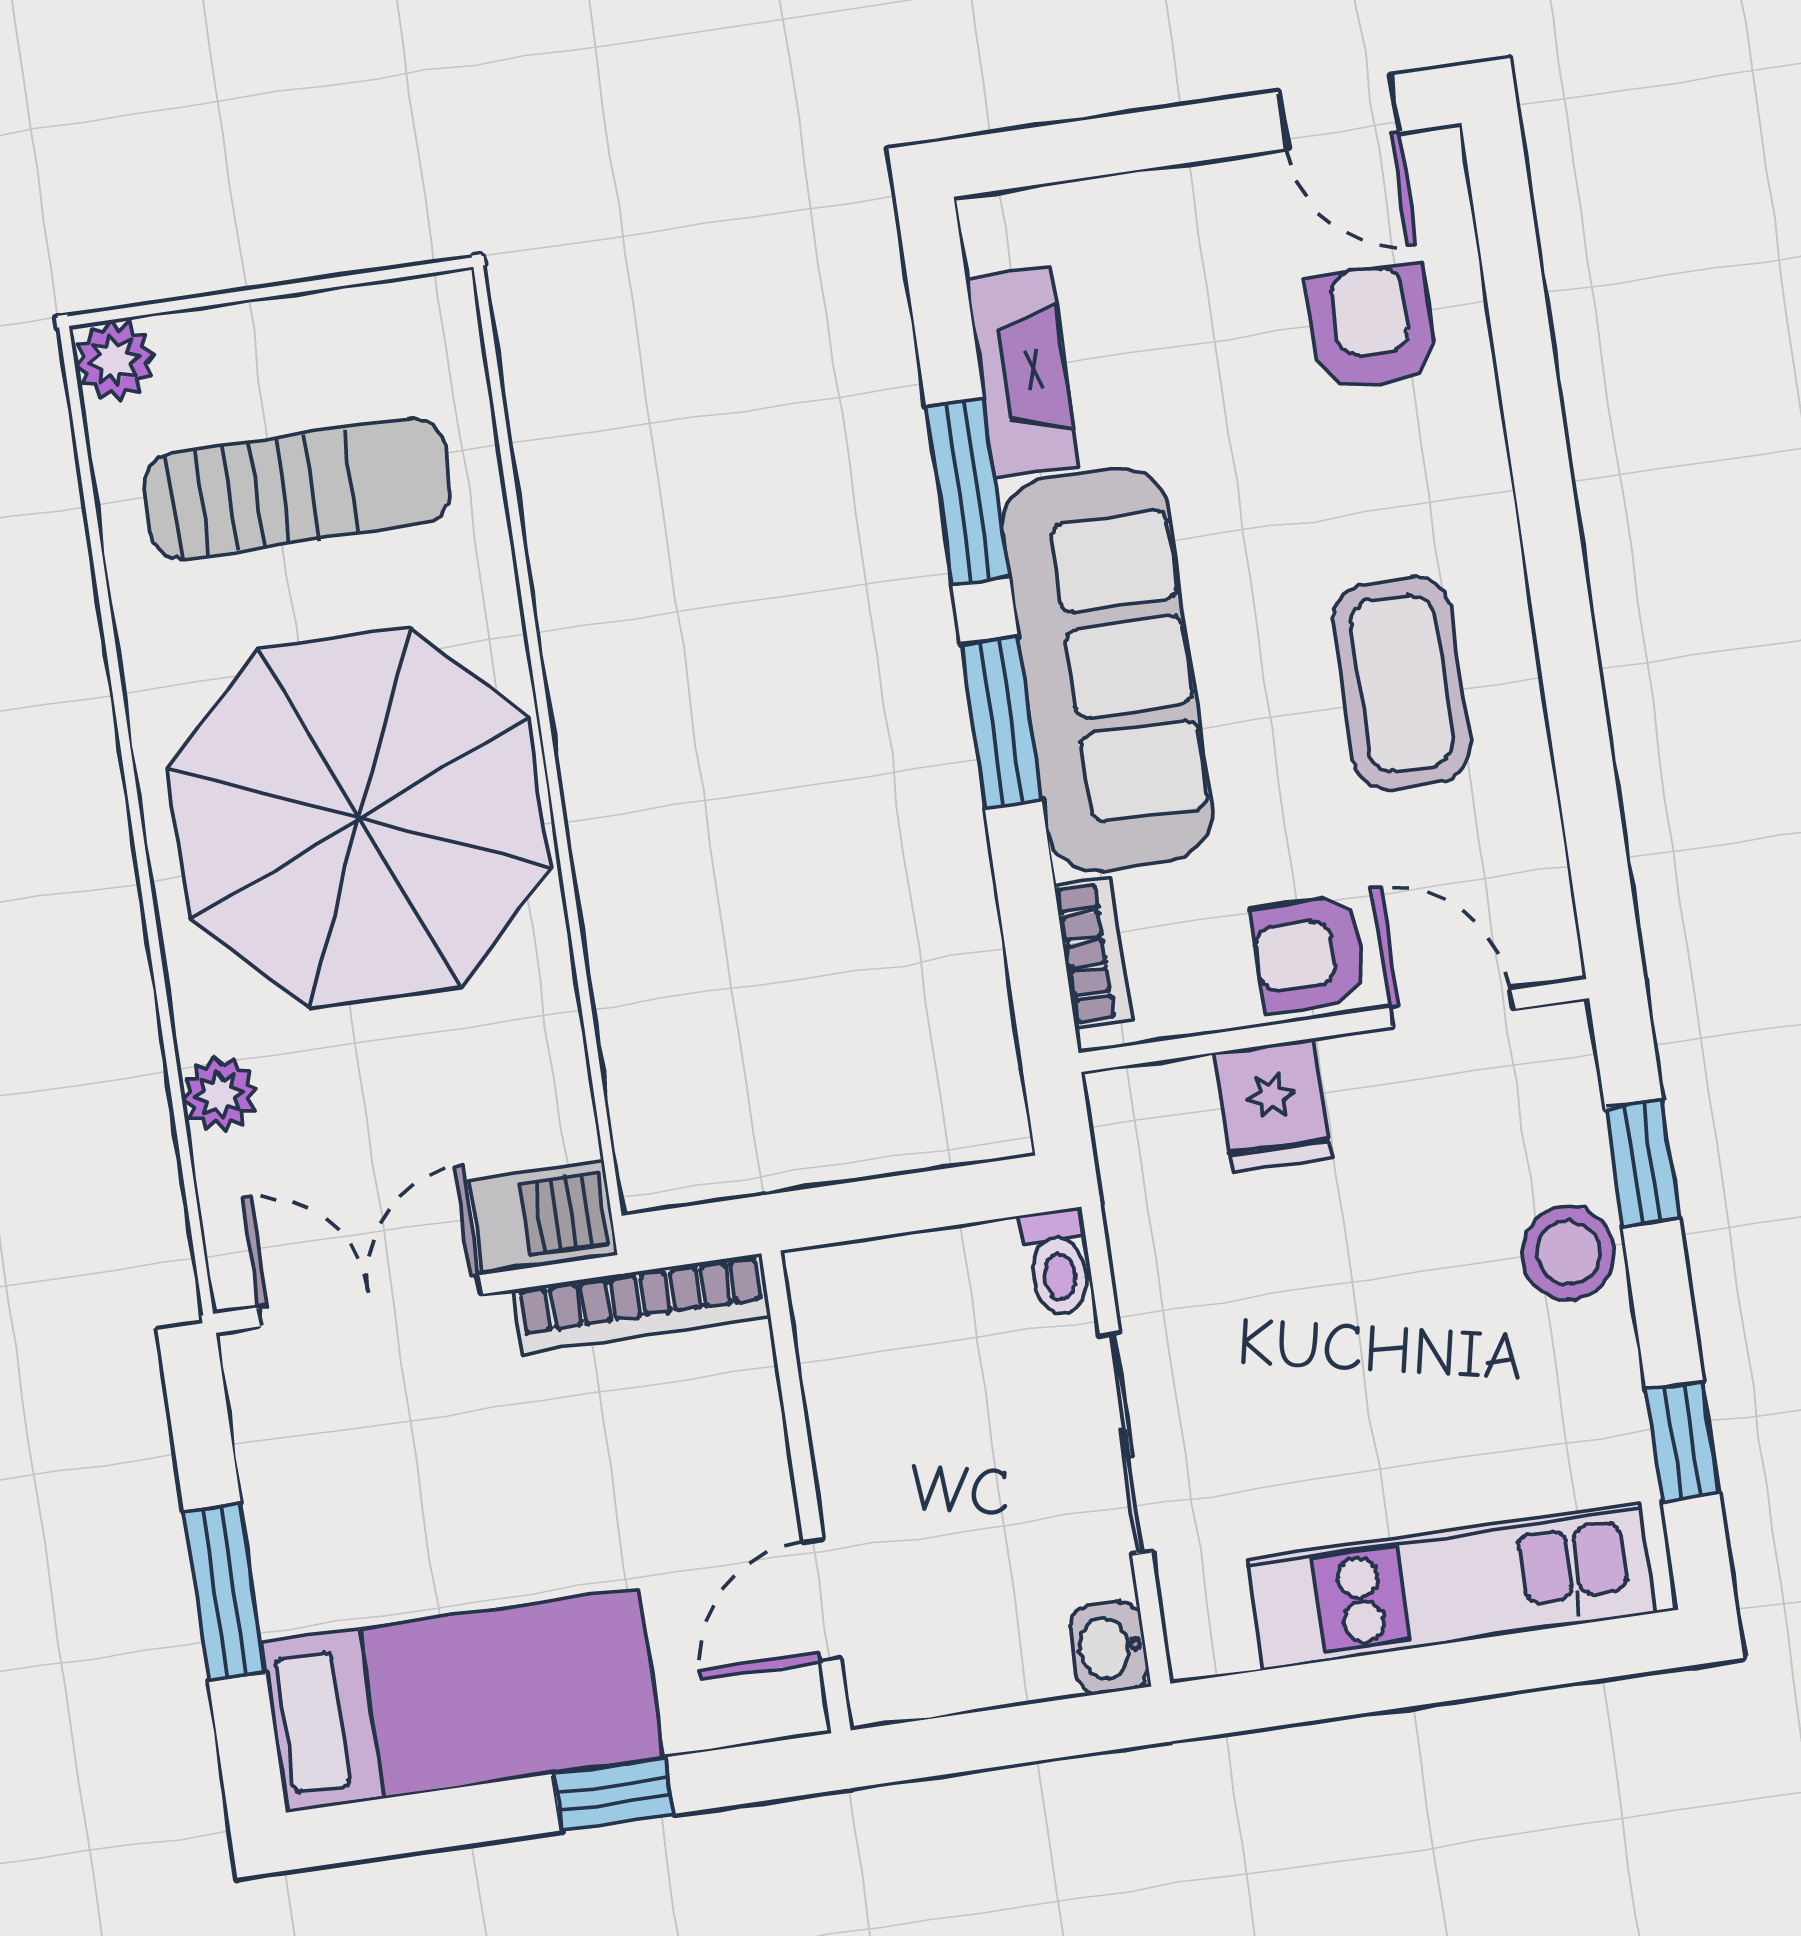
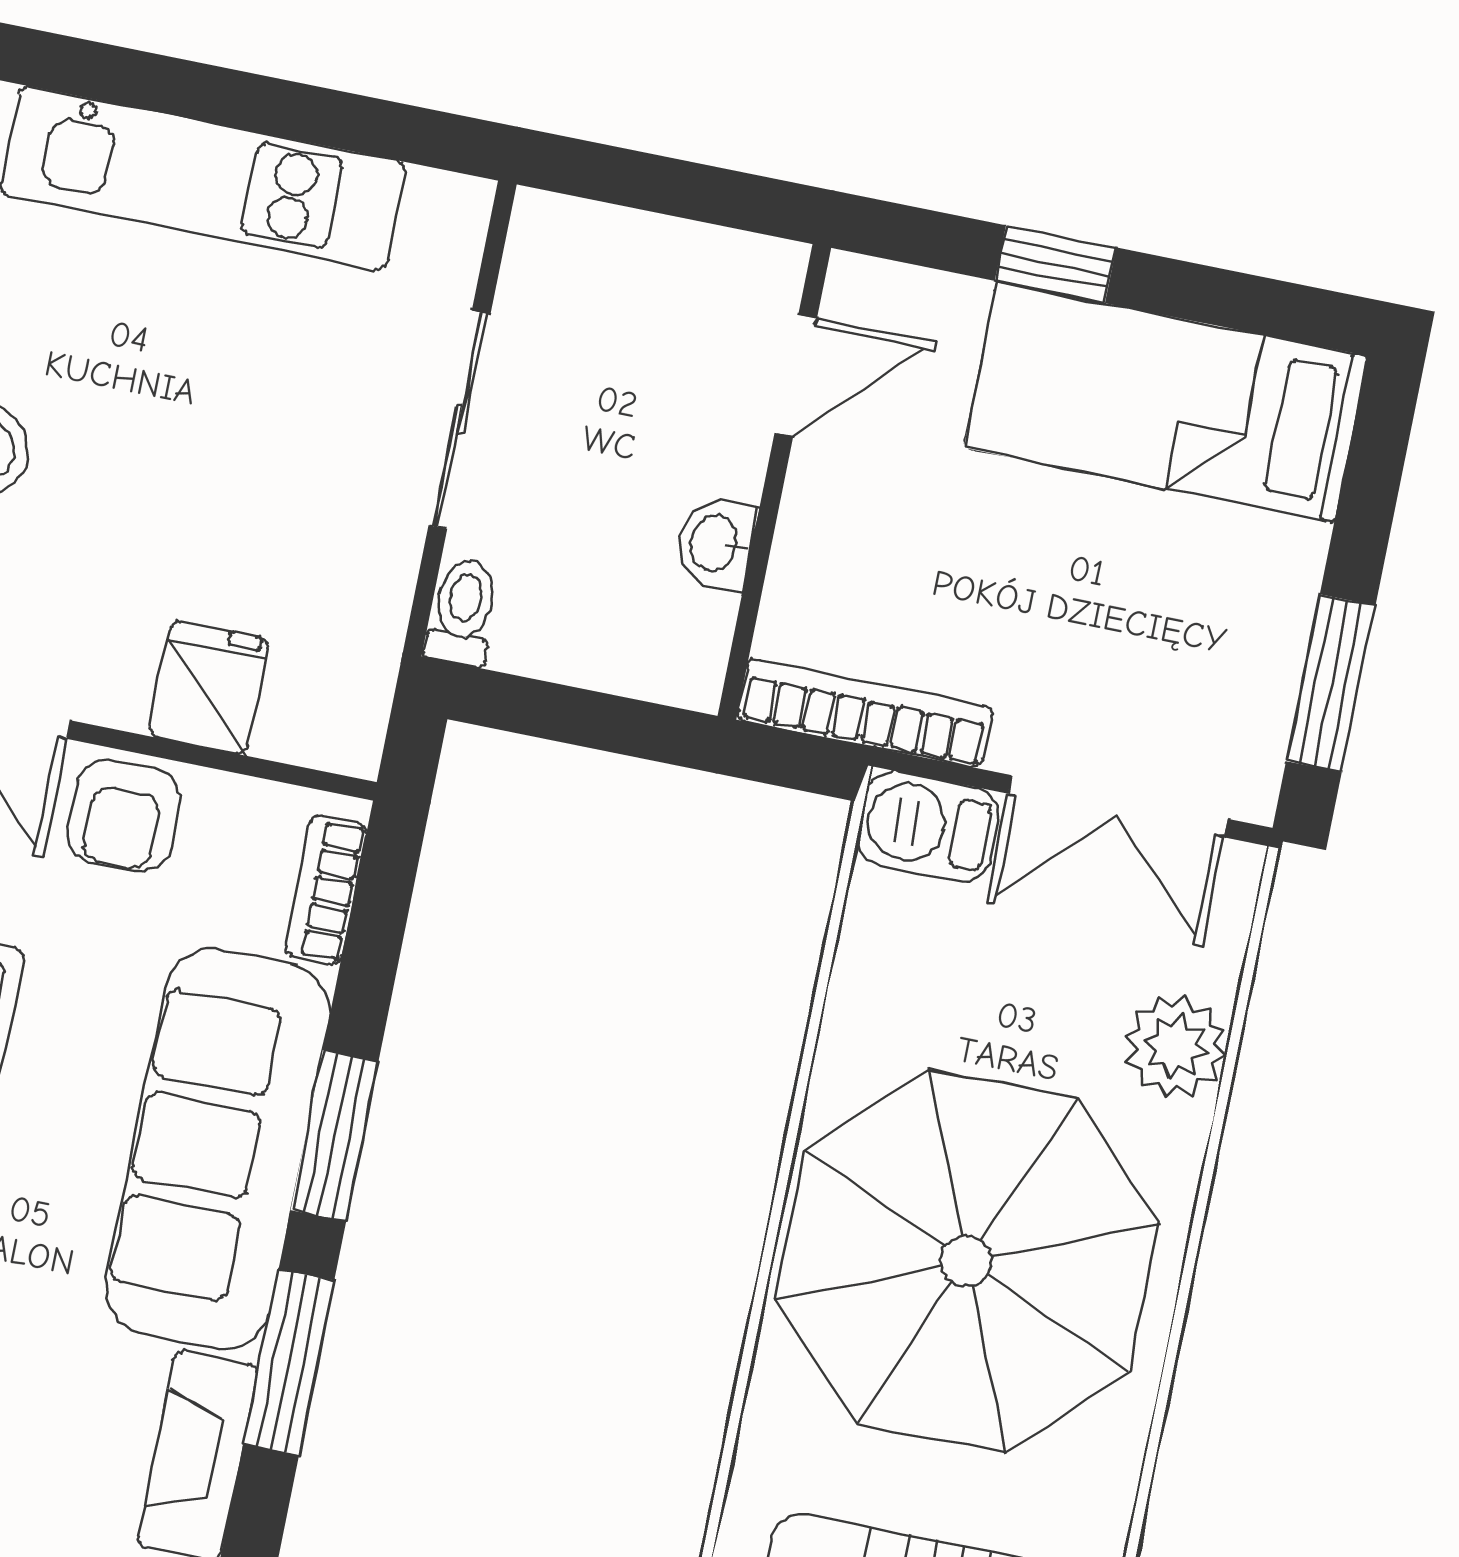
armchair: (1310, 954) -> (123, 816), turned 90
plant: (219, 1094) -> (1176, 1047), width x1.38, depth x1.38
window: (225, 1592) -> (1331, 683), moved
washbasin: (1109, 1648) -> (716, 543), moved, turned 180

